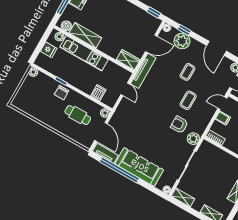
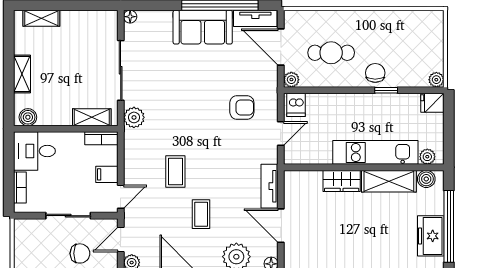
door: (151, 44) -> (281, 226), hinge flipped
fridge: (49, 50) -> (432, 103), moved
wardrobe: (128, 60) -> (342, 181), moved
tv unit: (143, 71) -> (270, 186), width x0.71
door: (125, 89) -> (281, 133), swing flipped
dishwasher: (98, 93) -> (296, 105), moved
armchair: (179, 125) -> (242, 107), moved
sofa: (139, 167) -> (203, 27), width x0.73
shelving: (183, 197) -> (92, 117), moved

